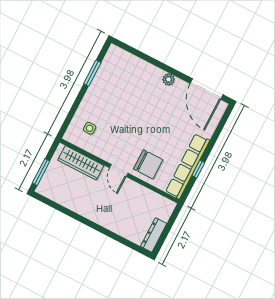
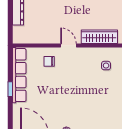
chair: (148, 164) -> (49, 61), width x0.54, depth x0.54
window: (198, 169) -> (10, 89), moved

